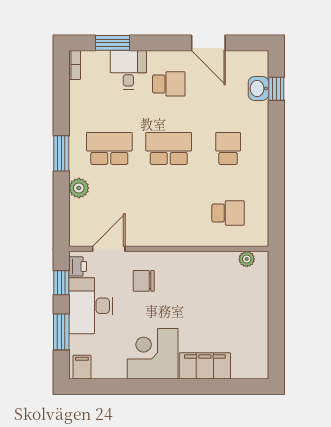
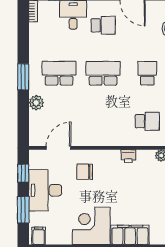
printer: (78, 266) -> (128, 156), moved, turned 90

